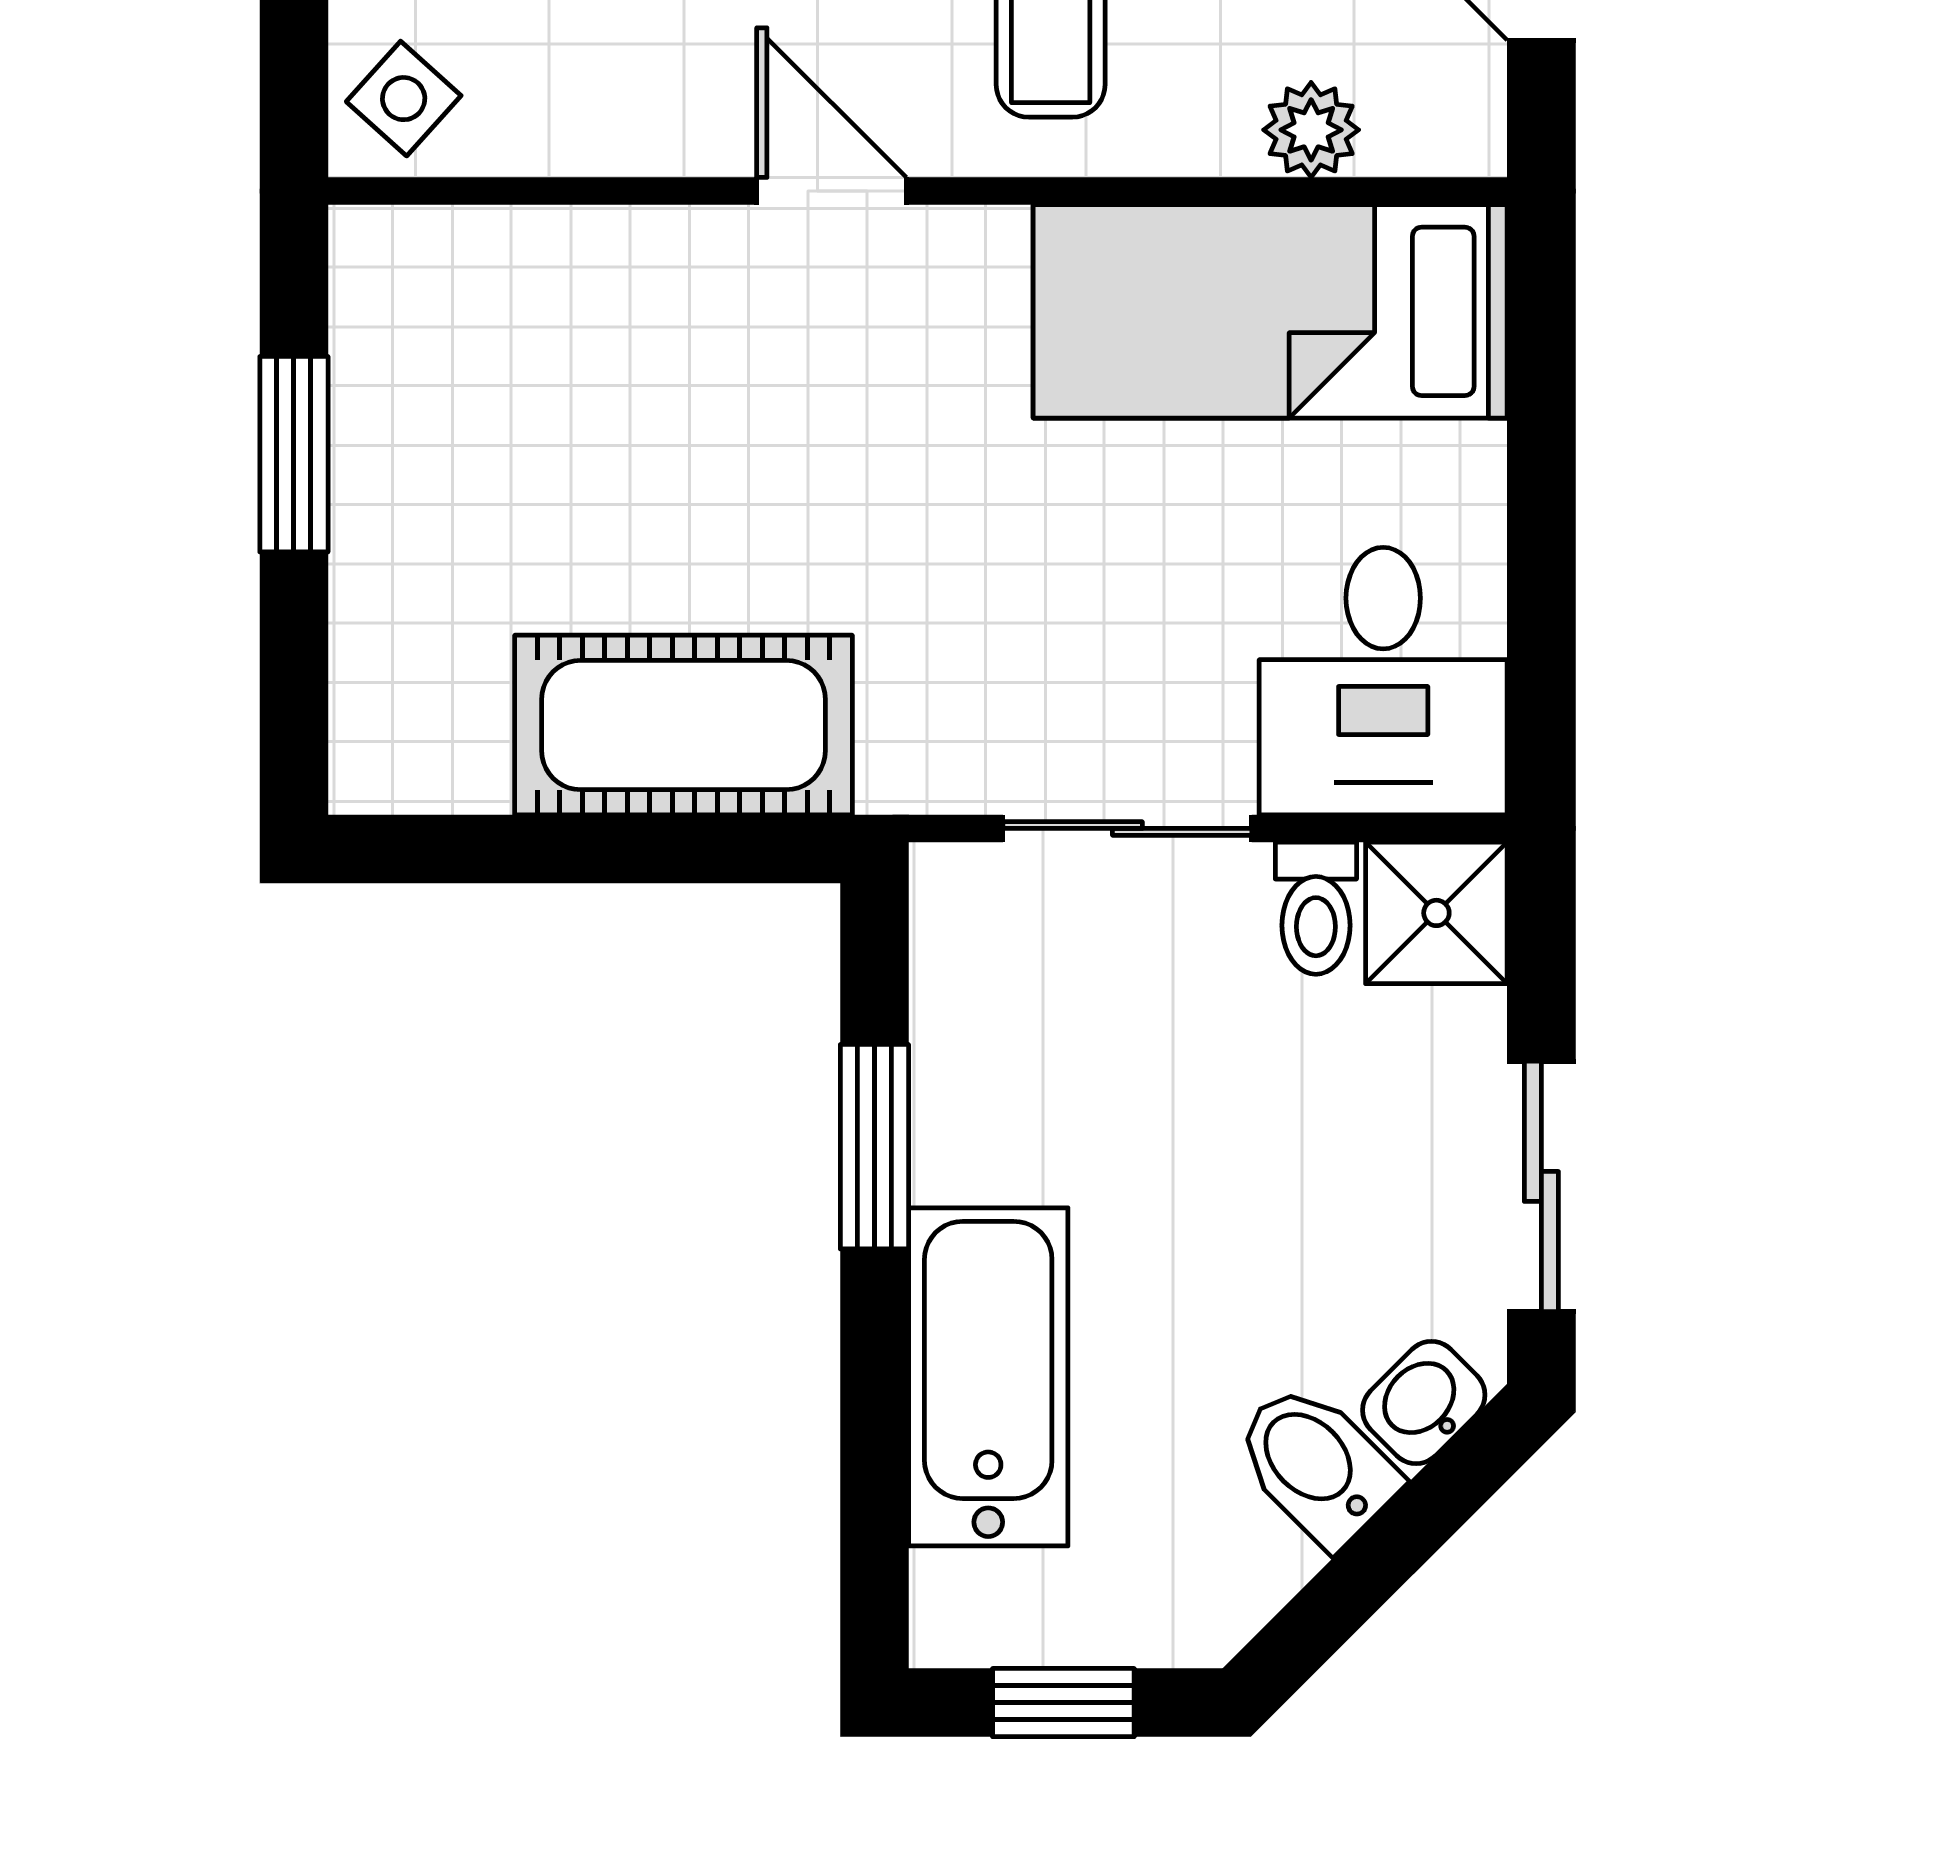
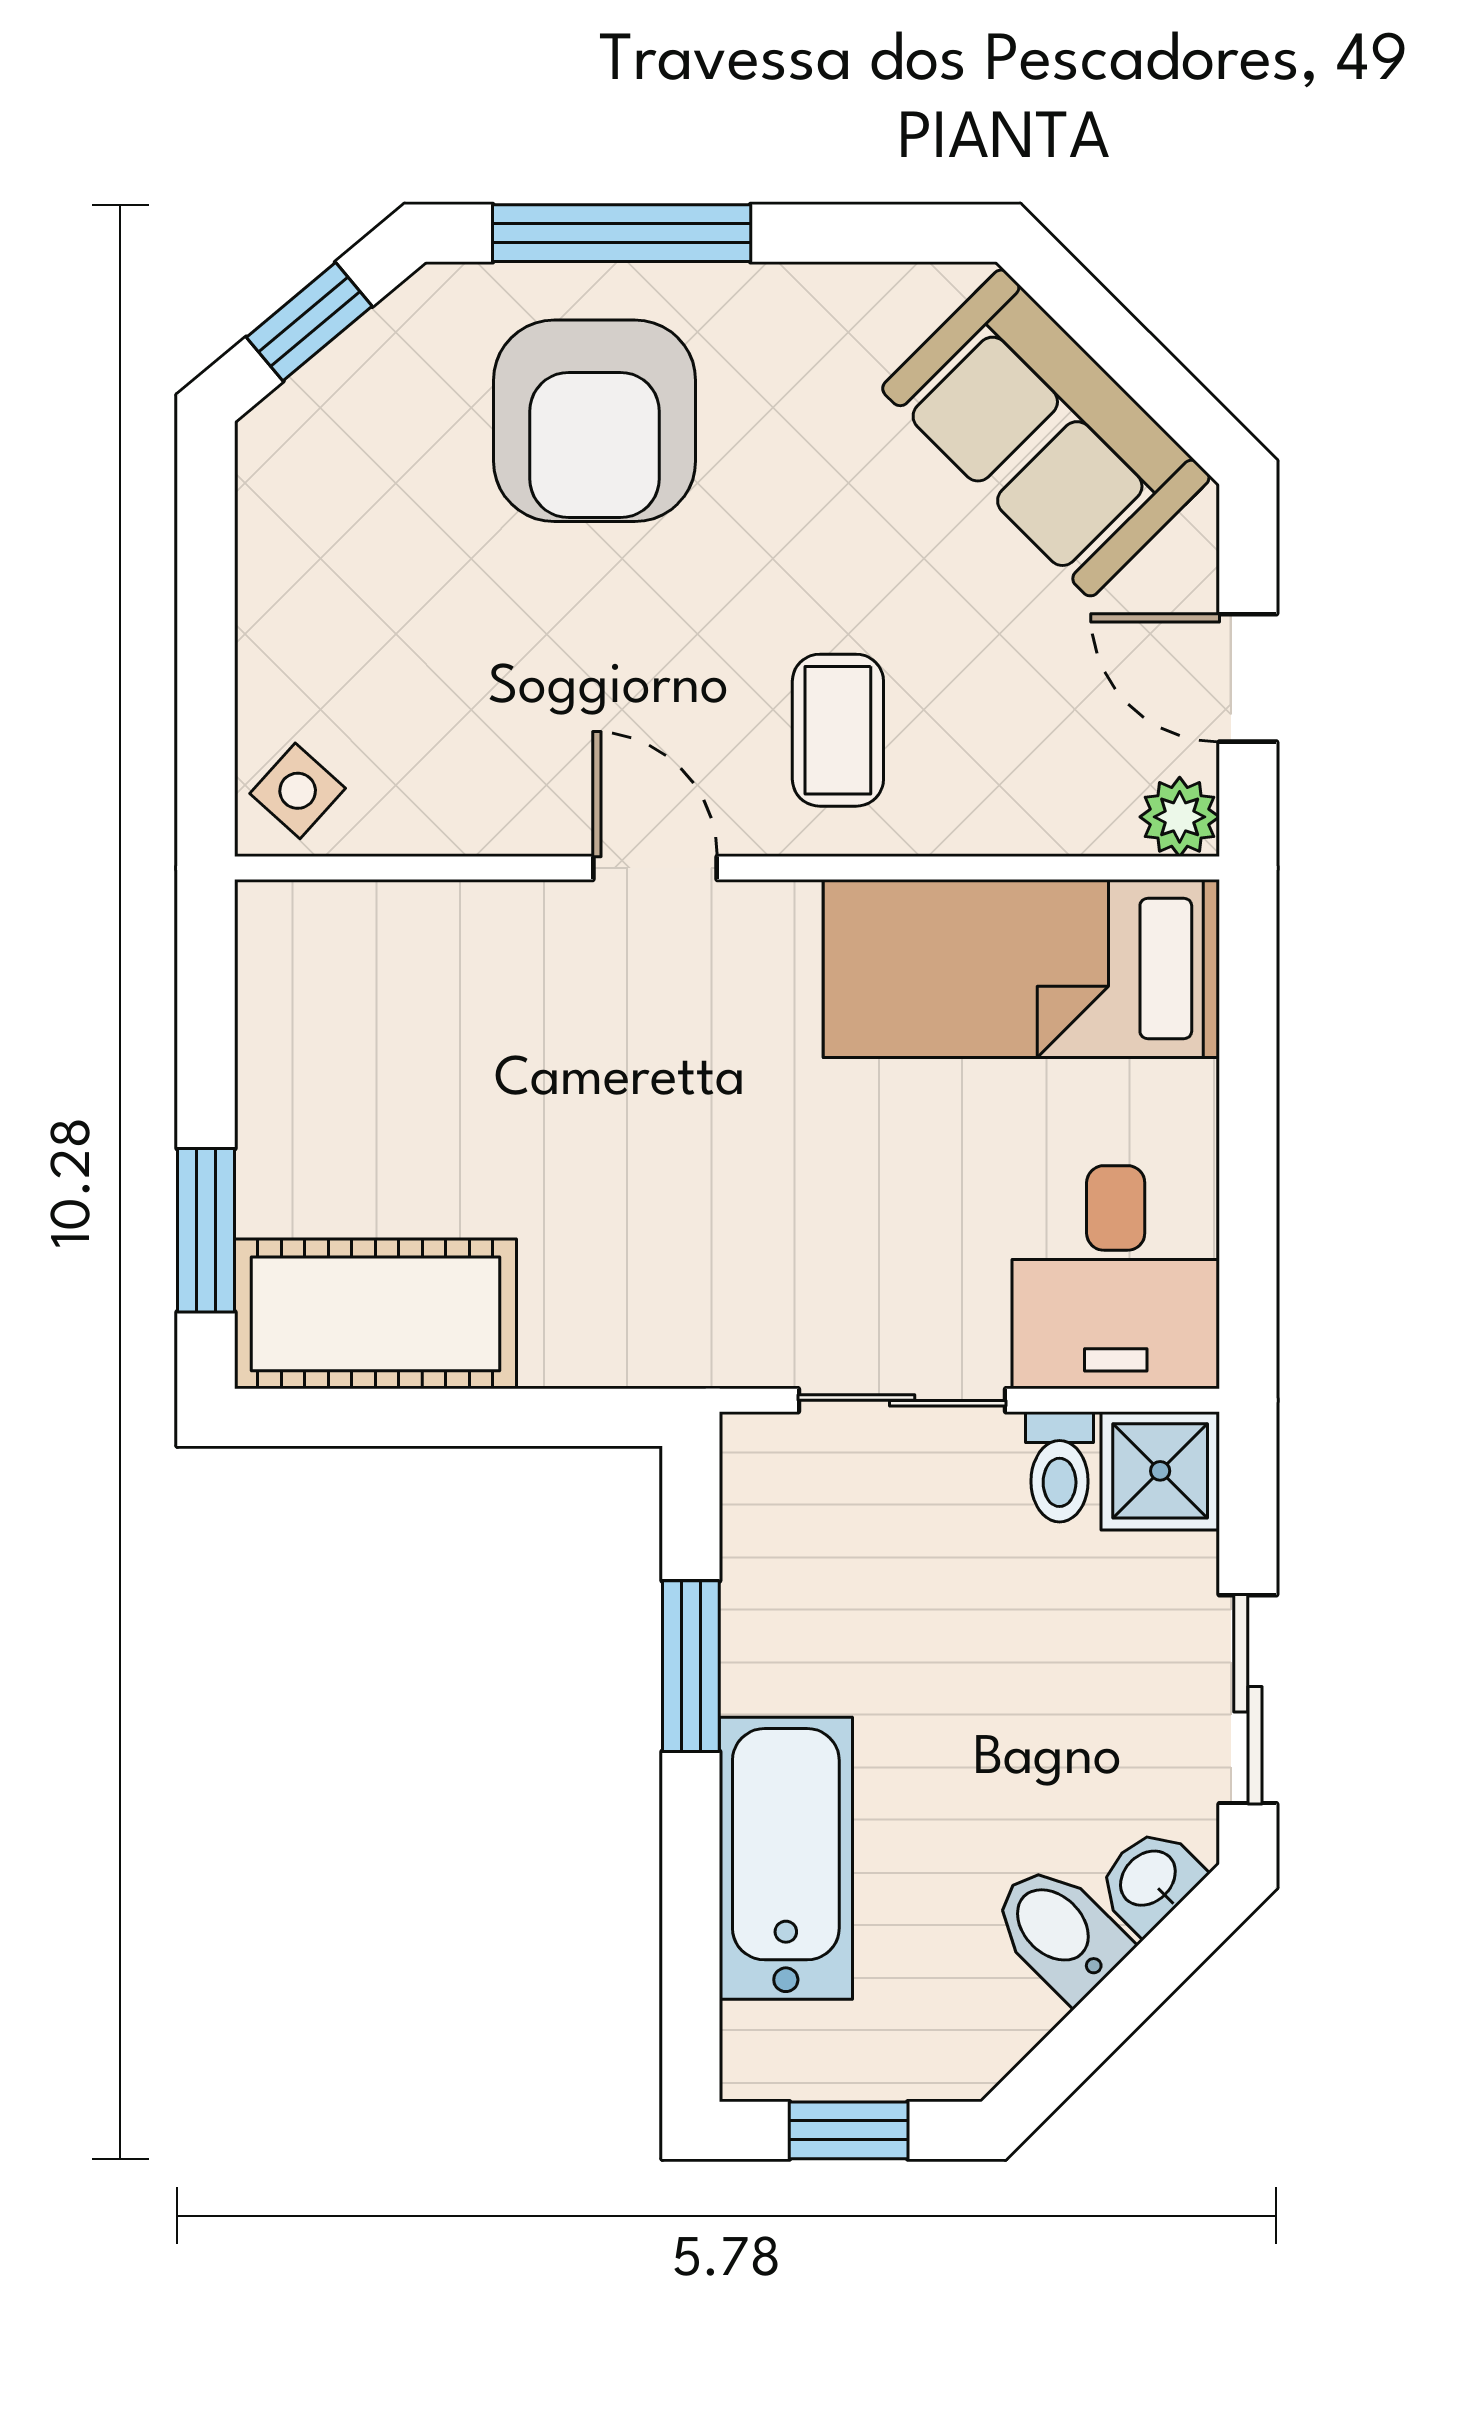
plant: (1311, 130) -> (1180, 817), moved
window: (294, 454) -> (206, 1230), moved
cot: (683, 725) -> (375, 1314), moved

